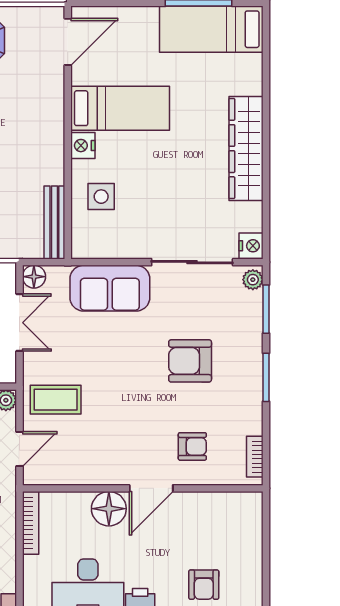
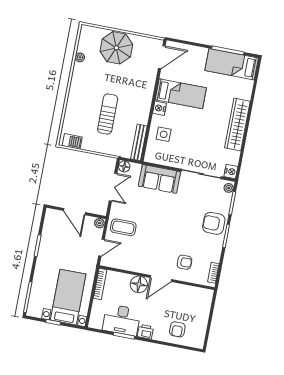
armchair: (190, 361) -> (214, 223), moved

